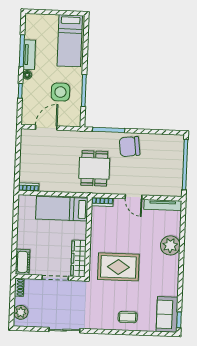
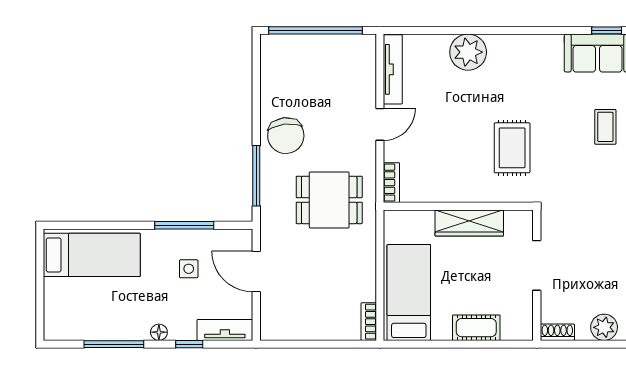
tv unit: (29, 55) -> (225, 330), moved
side table: (60, 92) -> (189, 269), width x0.54, depth x0.54
door: (46, 128) -> (256, 272), moved
bed: (62, 209) -> (409, 292), moved, turned 180
wardrobe: (79, 258) -> (469, 223), moved
cot: (22, 262) -> (476, 328), moved
rug: (118, 267) -> (512, 148), width x0.73, depth x0.70

